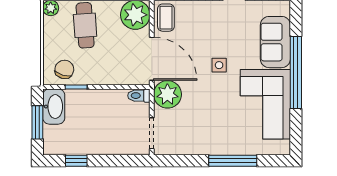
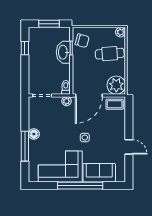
plant: (167, 94) -> (67, 101), width x0.53, depth x0.53
washbasin: (54, 107) -> (63, 52), moved, turned 90
floor lamp: (214, 147) -> (34, 134), added

